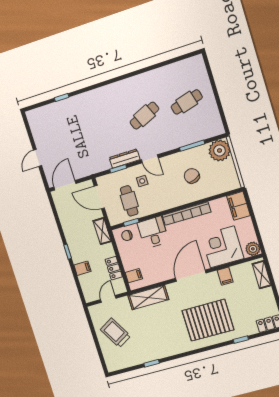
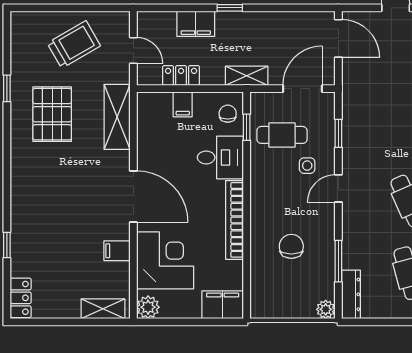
plant: (220, 151) -> (326, 309), width x0.53, depth x0.53
dresser: (125, 159) -> (351, 294), moved
chair: (192, 176) -> (291, 246), turned -70
filing cabinet: (82, 268) -> (196, 24), width x2.00
filing cabinet: (134, 276) -> (183, 104), moved
pallet: (208, 320) -> (52, 114), moved, width x0.73, depth x0.71

